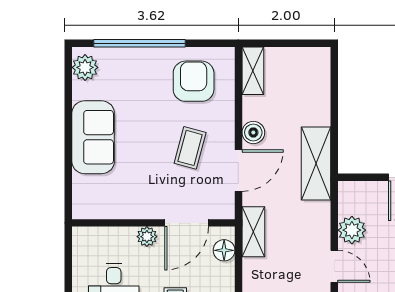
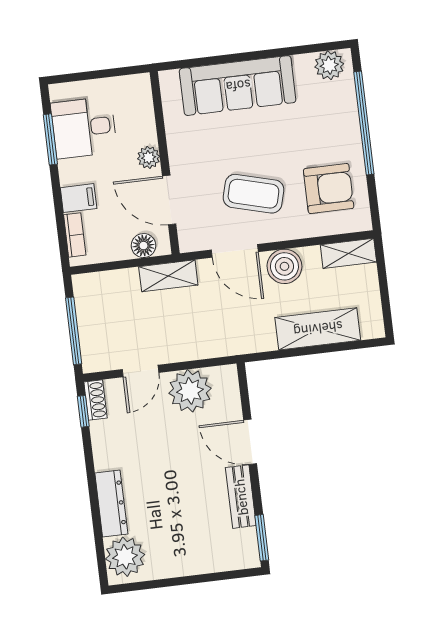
boiler: (253, 132) -> (284, 266), width x1.36, depth x1.36
sofa: (93, 137) -> (238, 86), width x1.36
coffee table: (190, 148) -> (253, 194), width x1.36, depth x1.30
shelving: (316, 163) -> (318, 329), moved
plant: (352, 230) -> (190, 391), width x1.36, depth x1.36

